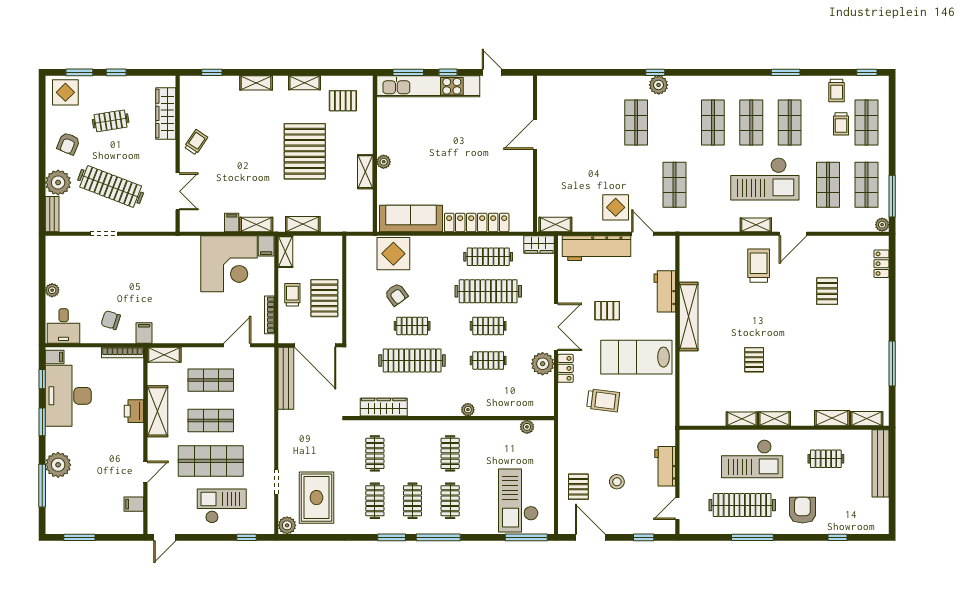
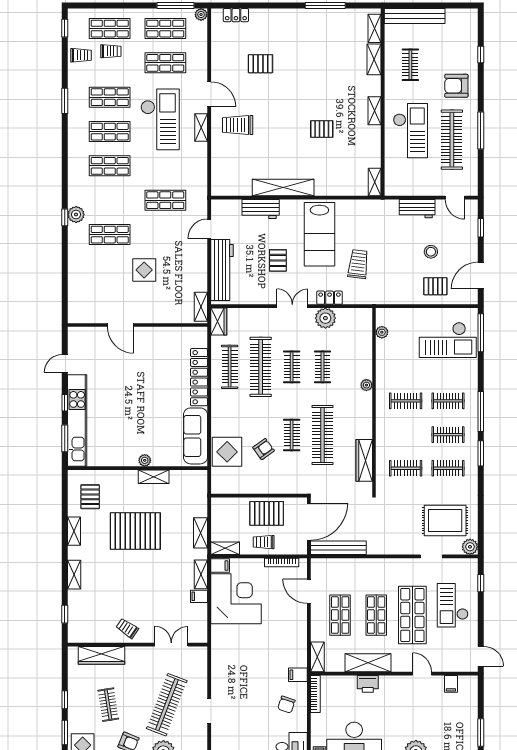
display table: (616, 207) -> (144, 270), moved
double door: (556, 327) -> (292, 306), width x0.73
shelving: (742, 419) -> (375, 182), moved

